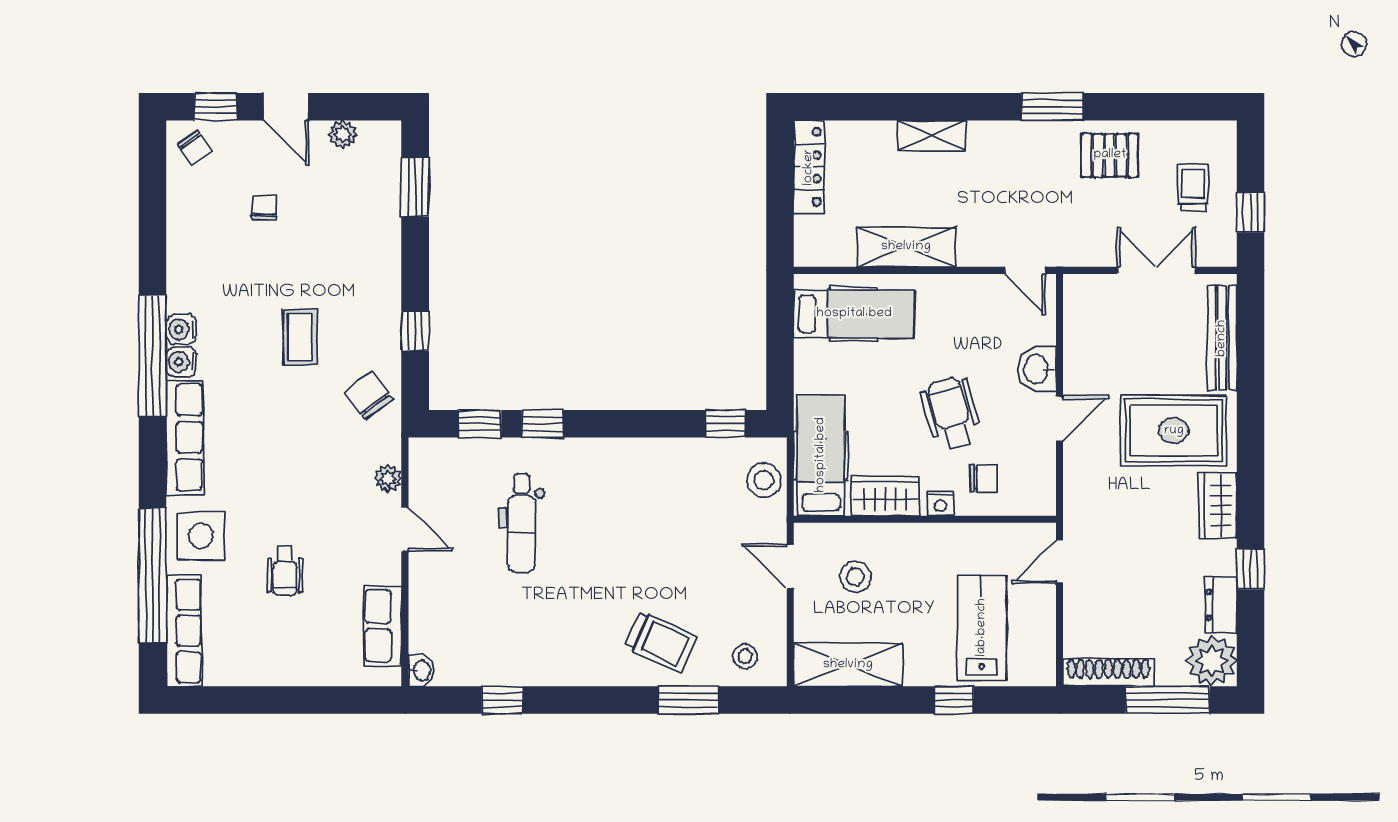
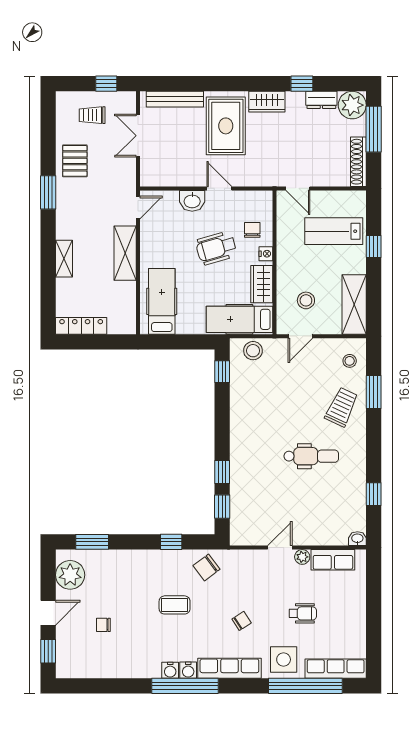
plant: (343, 134) -> (70, 575), width x1.87, depth x1.87
chair: (194, 148) -> (242, 621), moved
shelving: (906, 247) -> (125, 253), moved
plant: (388, 478) -> (302, 557), moved
dental chair: (522, 523) -> (311, 456), moved

